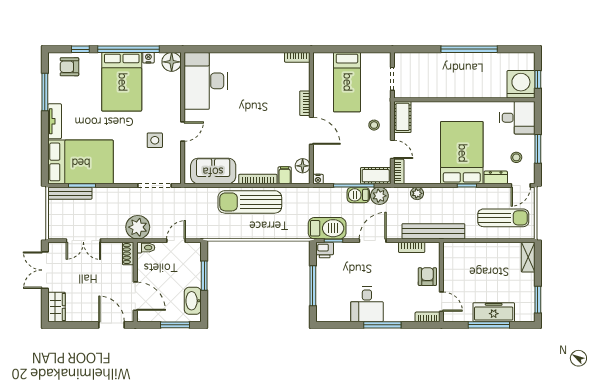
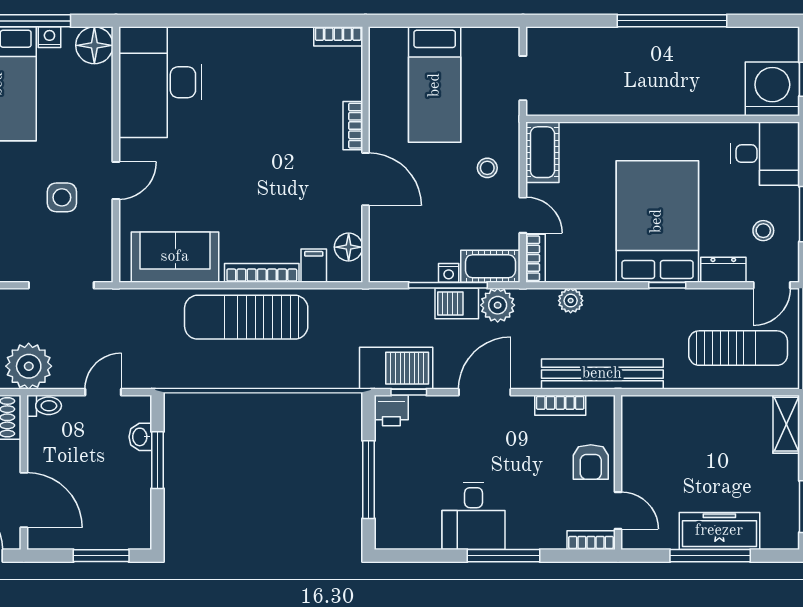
nightstand: (318, 179) -> (449, 273), moved
armchair: (427, 277) -> (591, 462), turned 180
washbasin: (193, 301) -> (140, 437), moved, width x0.52, depth x0.69

